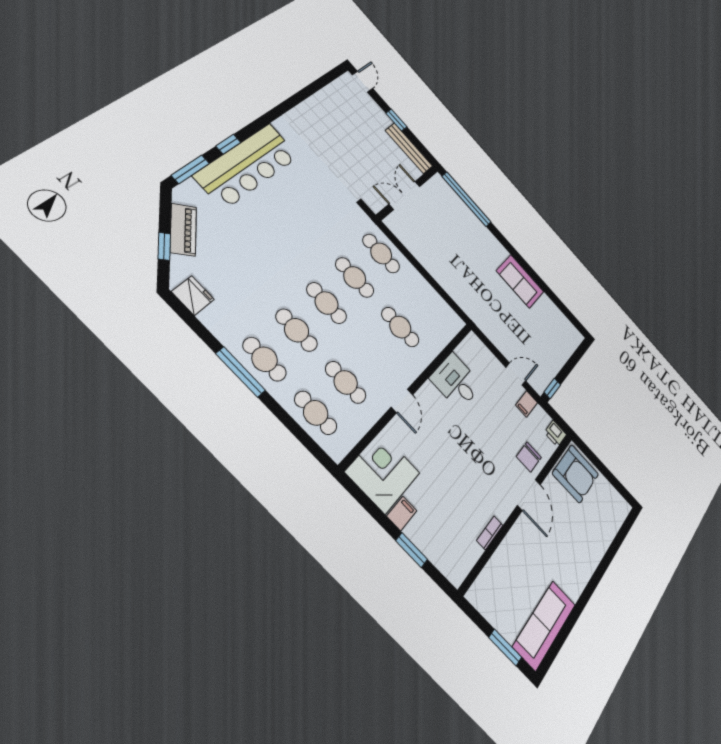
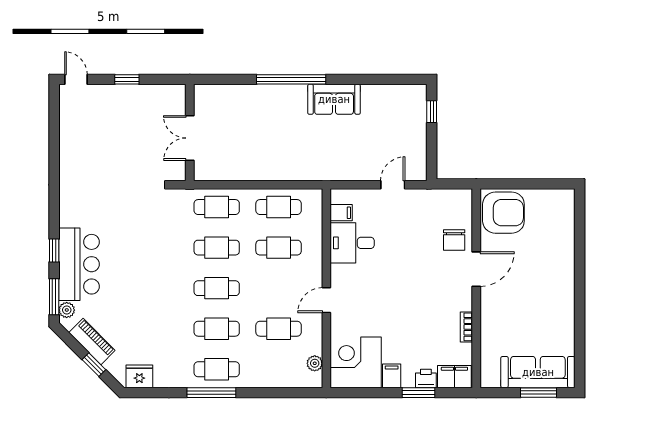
bench: (409, 148) -> (157, 92), removed
bar counter: (247, 166) -> (79, 264), width x0.73
plant: (190, 188) -> (67, 310), added
window: (467, 199) -> (291, 79), moved
window: (552, 389) -> (432, 112), moved
door: (402, 401) -> (326, 300), swing flipped
filing cabinet: (527, 404) -> (341, 213), moved, turned -90
cafe table: (316, 413) -> (279, 207), moved
printer: (555, 434) -> (426, 378), moved, turned 180
plant: (349, 439) -> (315, 363), added
door: (529, 495) -> (476, 269), hinge flipped
filing cabinet: (450, 566) -> (454, 377), added
sofa: (544, 625) -> (538, 372), moved, turned 90

